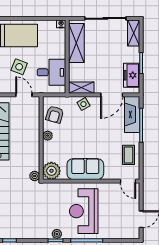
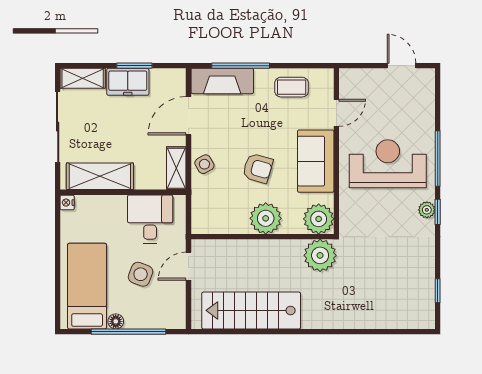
freezer: (132, 75) -> (128, 82), moved
door: (112, 95) -> (188, 116), swing flipped
armchair: (55, 114) -> (258, 168), moved
plant: (48, 136) -> (266, 218), width x1.88, depth x1.88
plant: (35, 176) -> (320, 255), width x1.88, depth x1.88
door: (128, 181) -> (336, 113), moved
reception desk: (84, 211) -> (388, 164), turned 180

